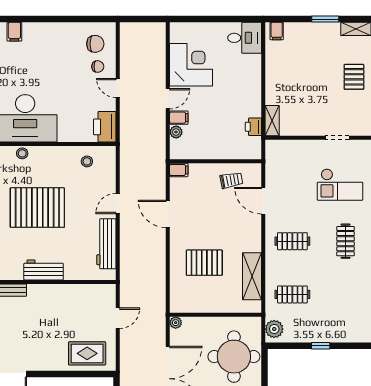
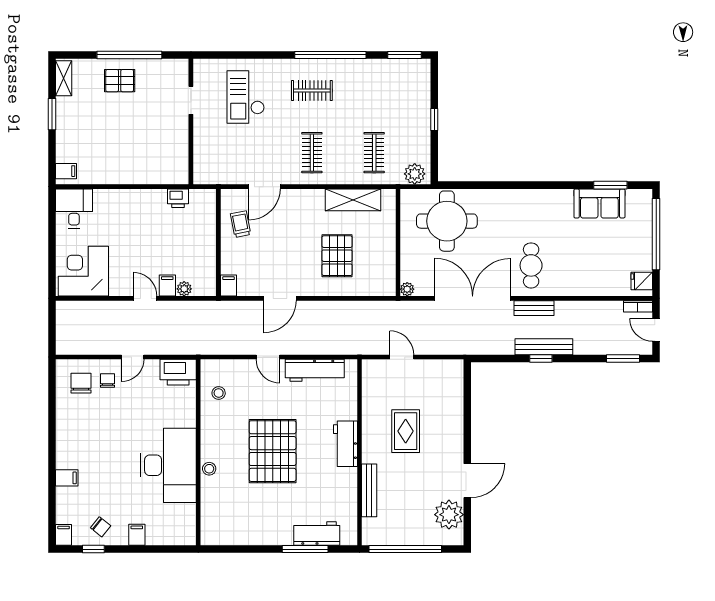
corner desk: (191, 65) -> (83, 271), moved
shelving: (272, 121) -> (171, 176), removed
checkout: (340, 185) -> (246, 97), turned 180
rug: (87, 353) -> (406, 431), moved

